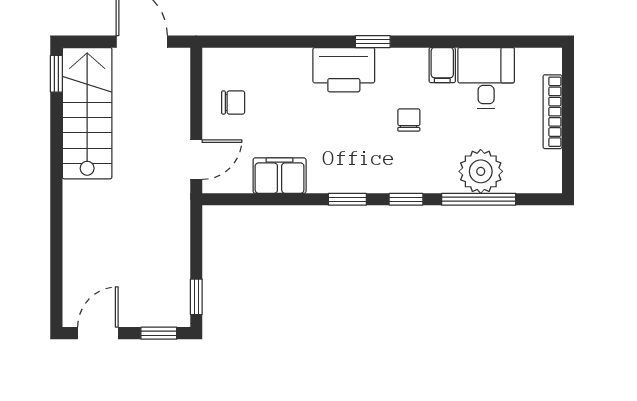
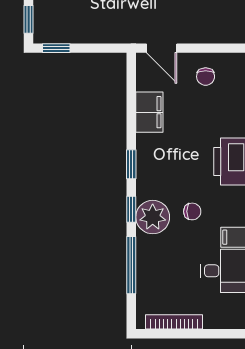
bookcase: (553, 112) -> (174, 322), moved
plant: (481, 171) -> (153, 217), moved

